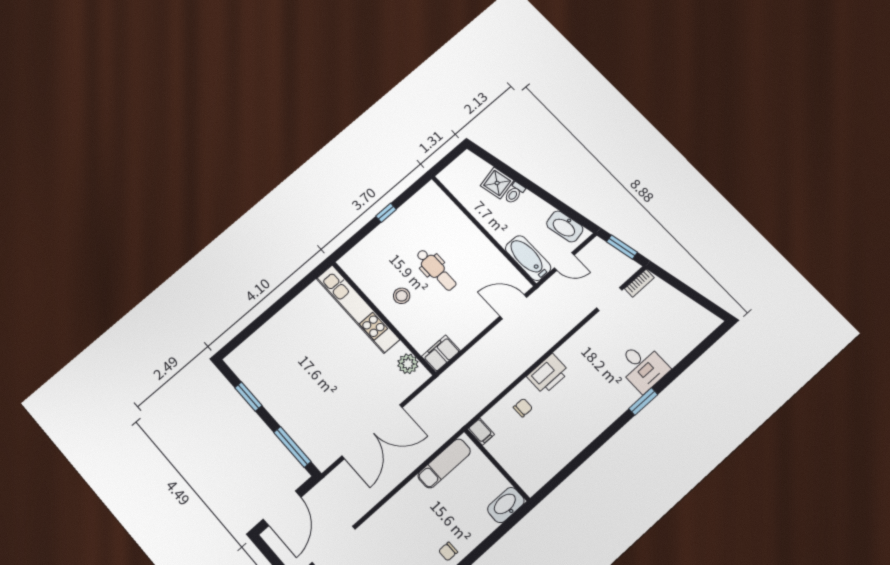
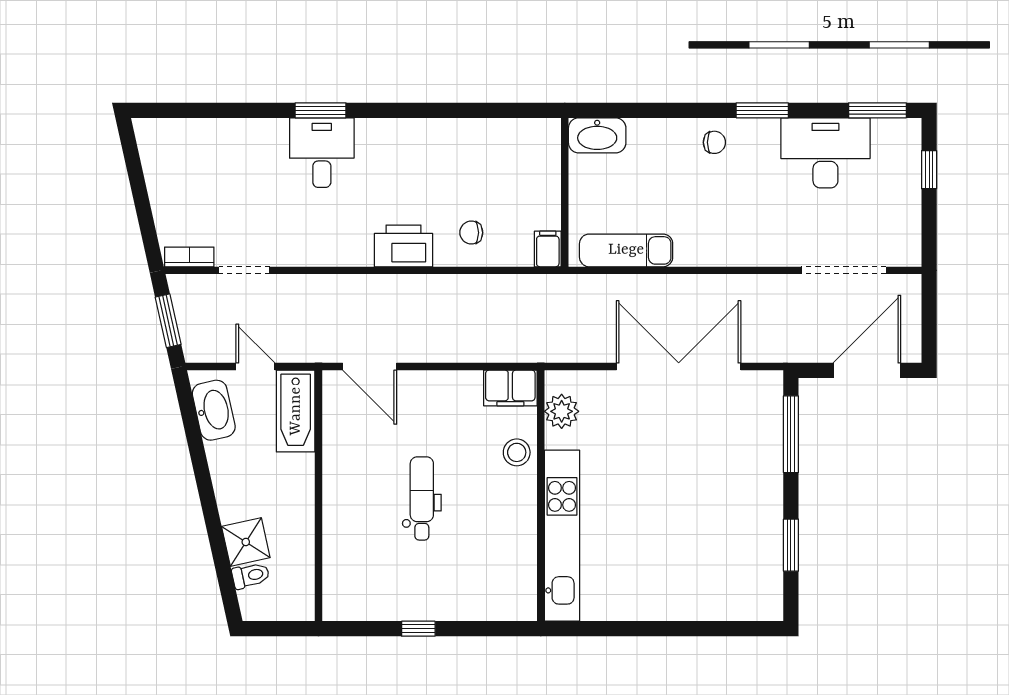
toilet: (514, 193) -> (251, 576), moved
stool: (402, 296) -> (517, 452), moved
desk: (642, 367) -> (322, 153), moved

